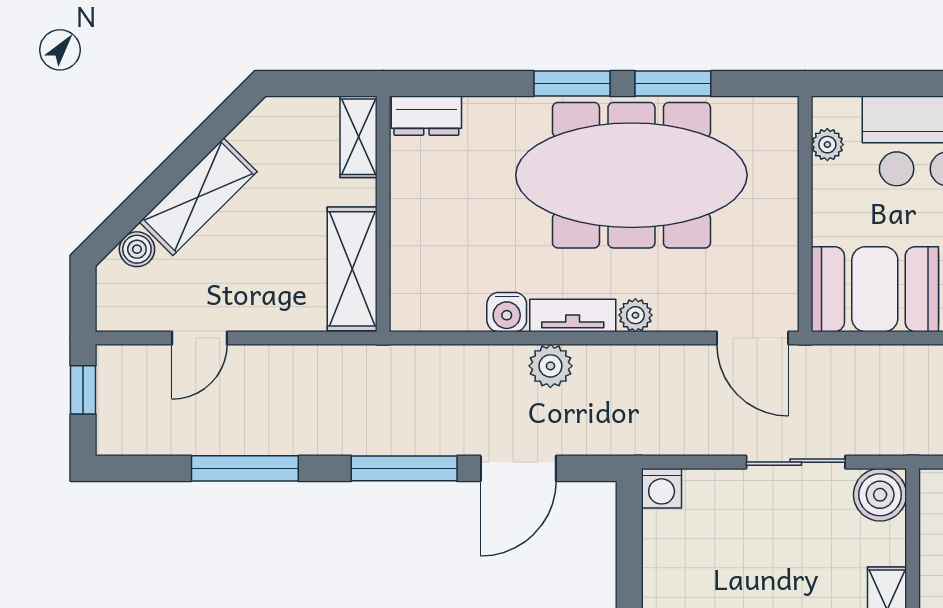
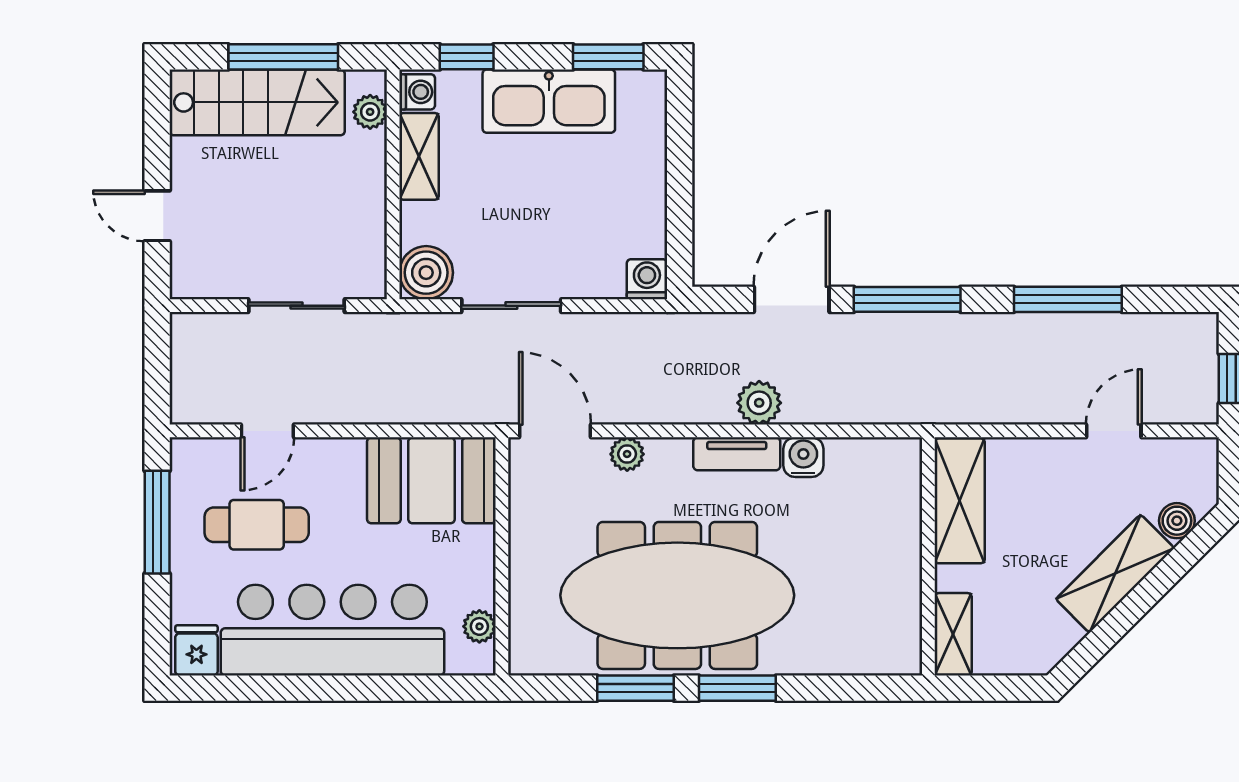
dresser: (426, 116) -> (885, 656), removed
plant: (635, 315) -> (627, 454), moved

